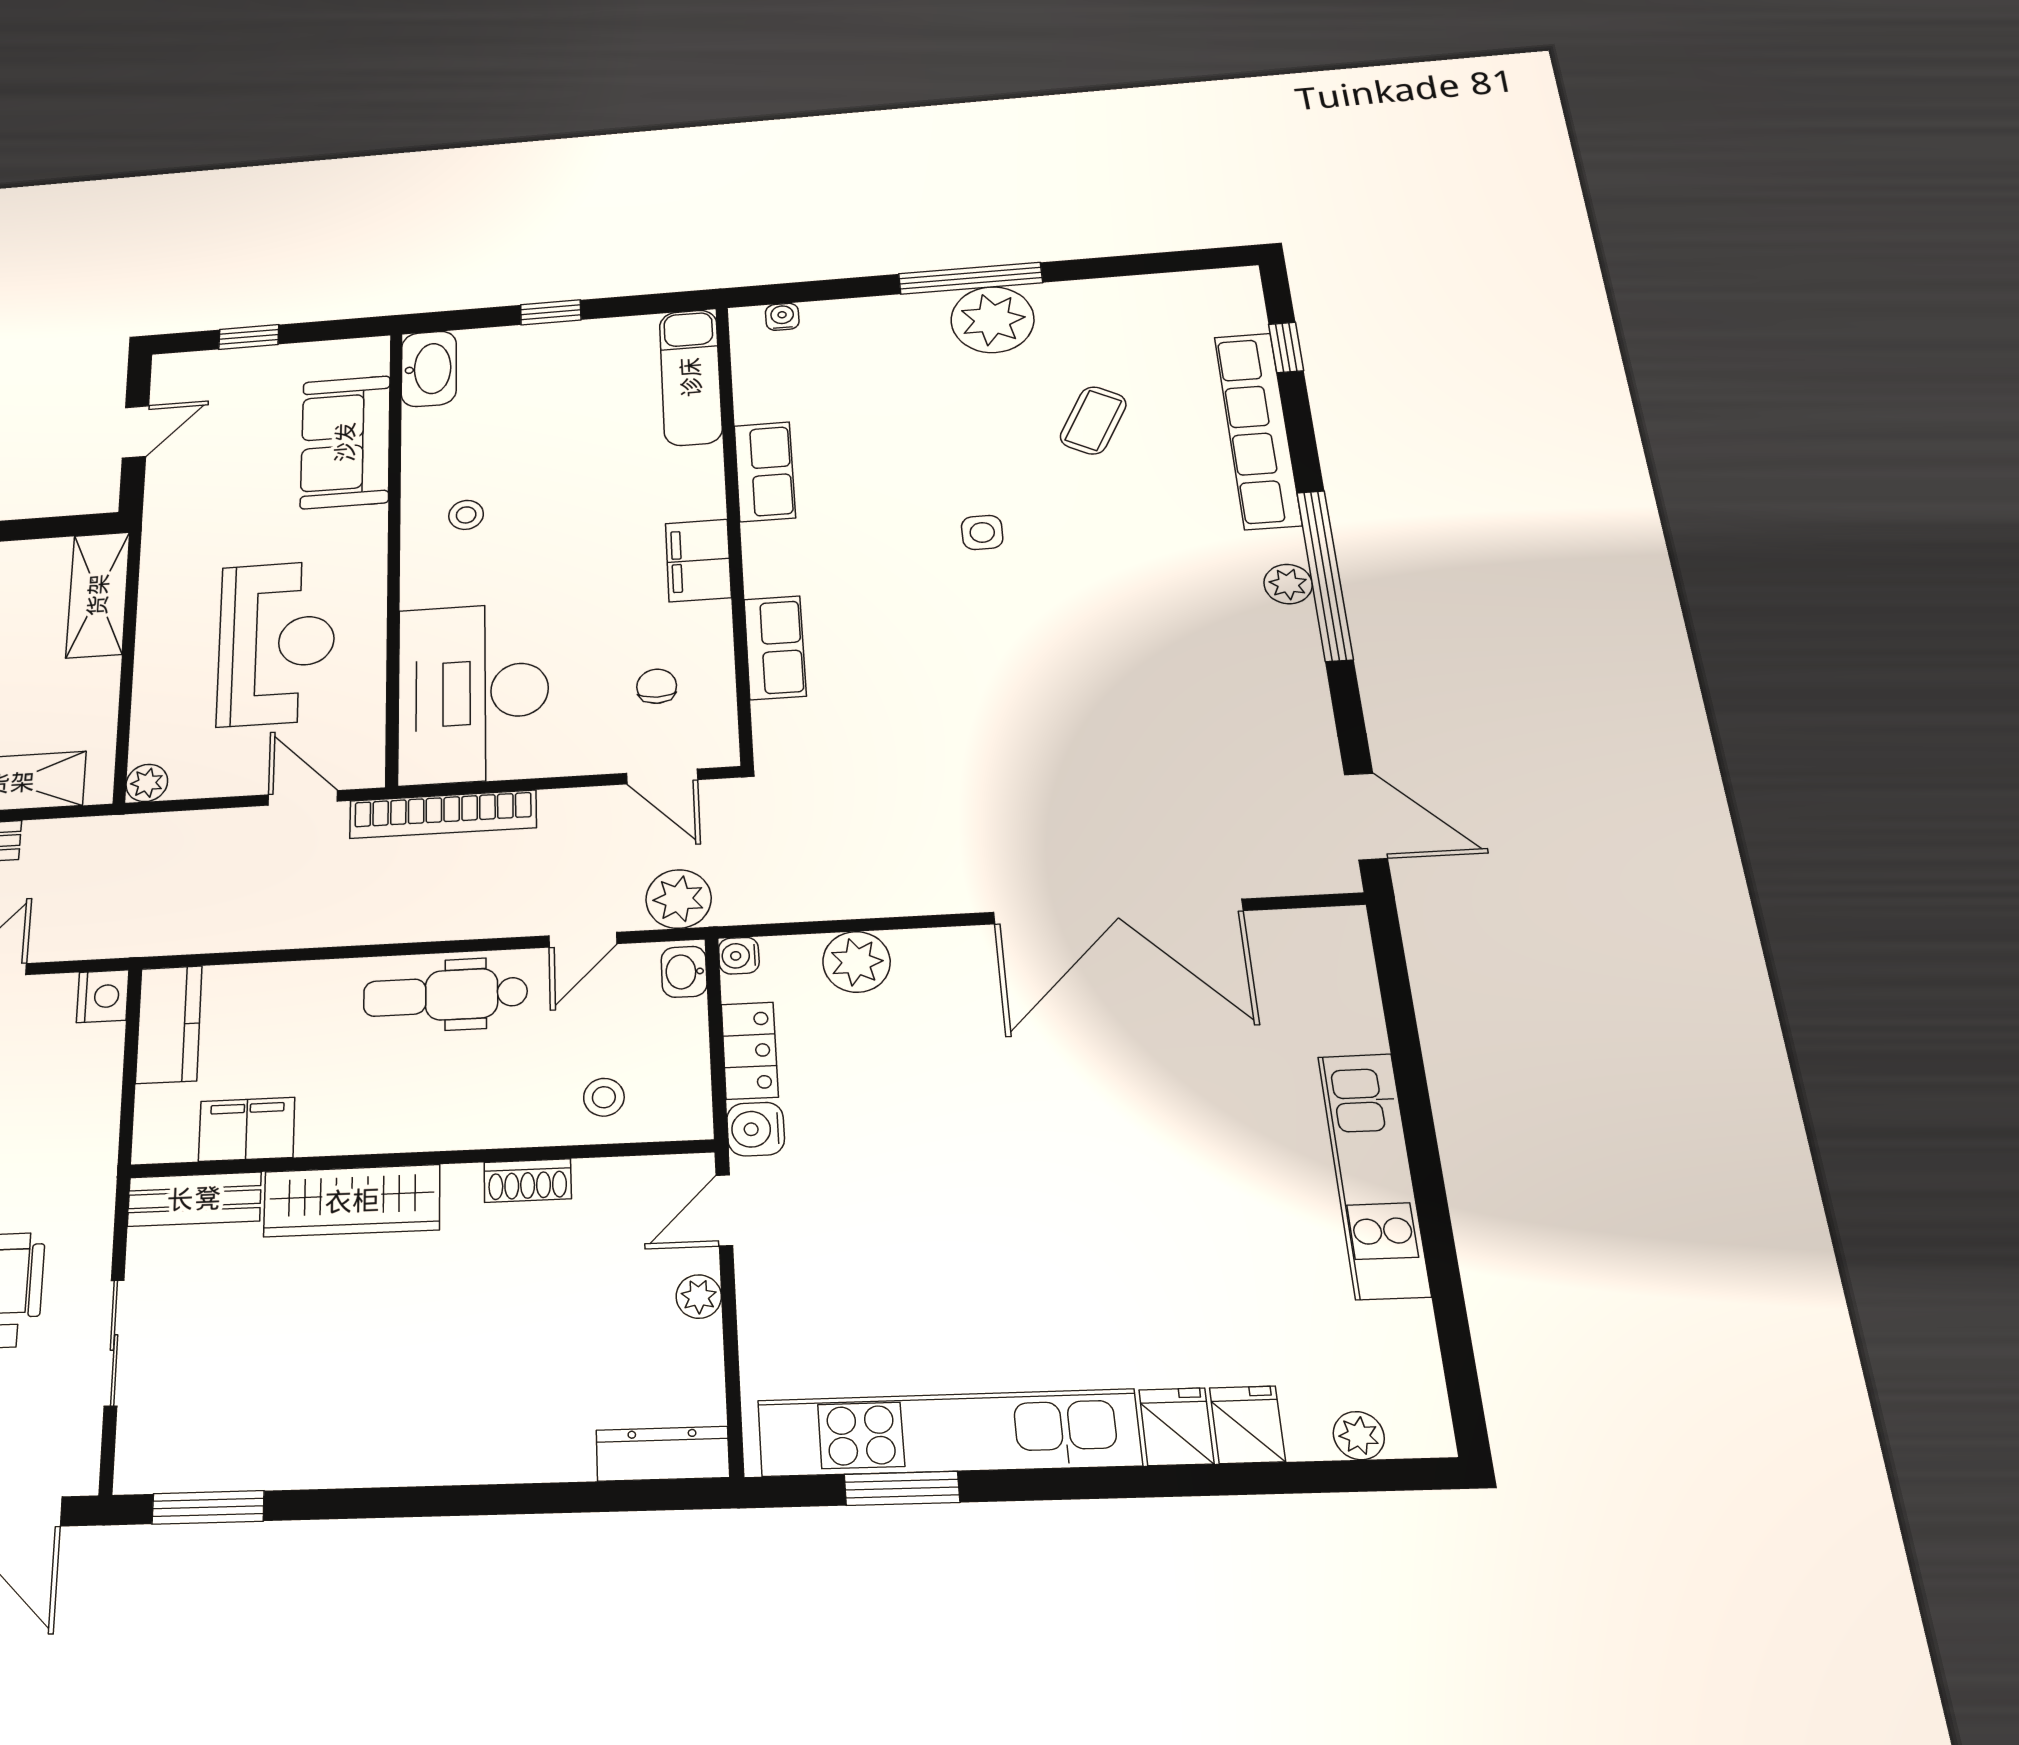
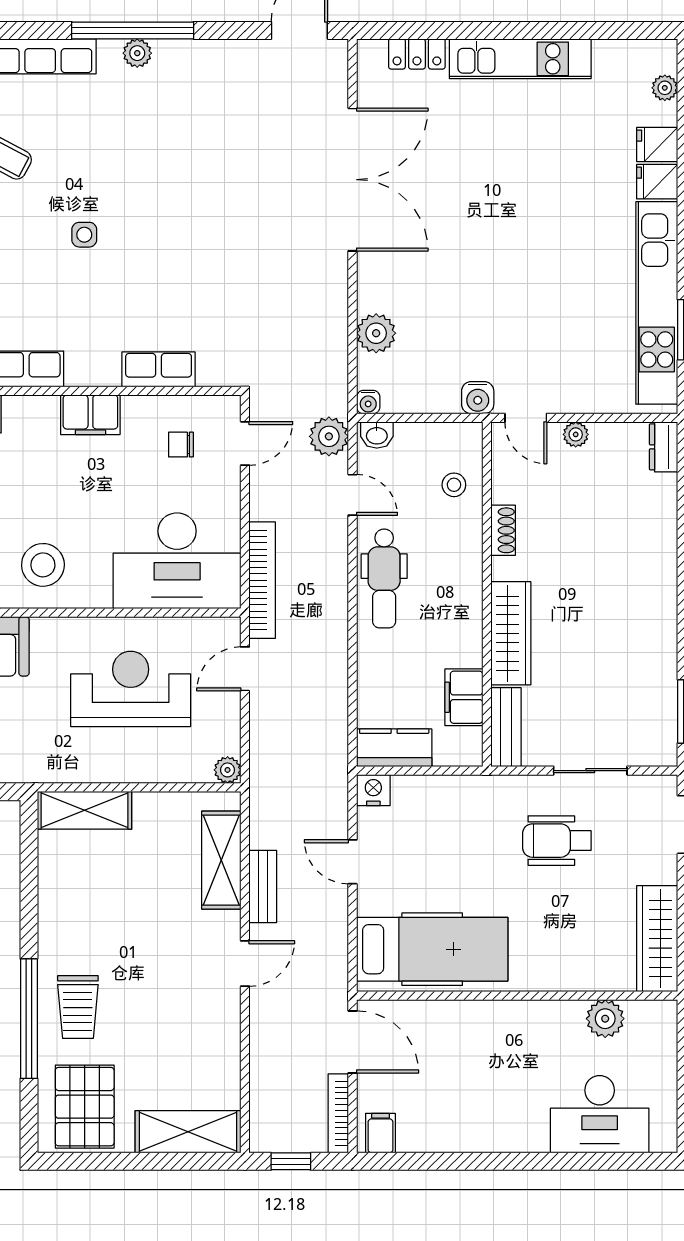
stool: (466, 515) -> (43, 565), width x1.89, depth x1.89
locker: (750, 1051) -> (417, 54), moved, turned 180
dresser: (663, 1454) -> (664, 447), width x0.70

